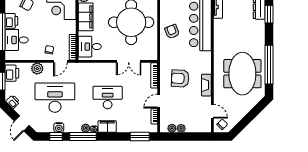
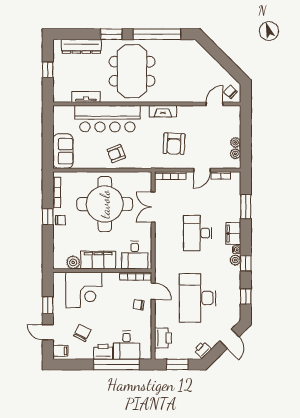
window: (269, 14) -> (111, 34), moved
double door: (129, 61) -> (153, 207), swing flipped
plant: (37, 69) -> (162, 320), removed
printer: (12, 73) -> (163, 338), moved, turned 90
meeting table: (242, 74) -> (132, 71), moved, turned 90
fireplace: (206, 85) -> (163, 111), moved
door: (159, 101) -> (202, 170), hinge flipped
door: (22, 123) -> (229, 339), hinge flipped
water cooler: (59, 128) -> (235, 293), removed
window: (83, 137) -> (246, 263), width x0.46
window: (140, 137) -> (246, 207), moved

